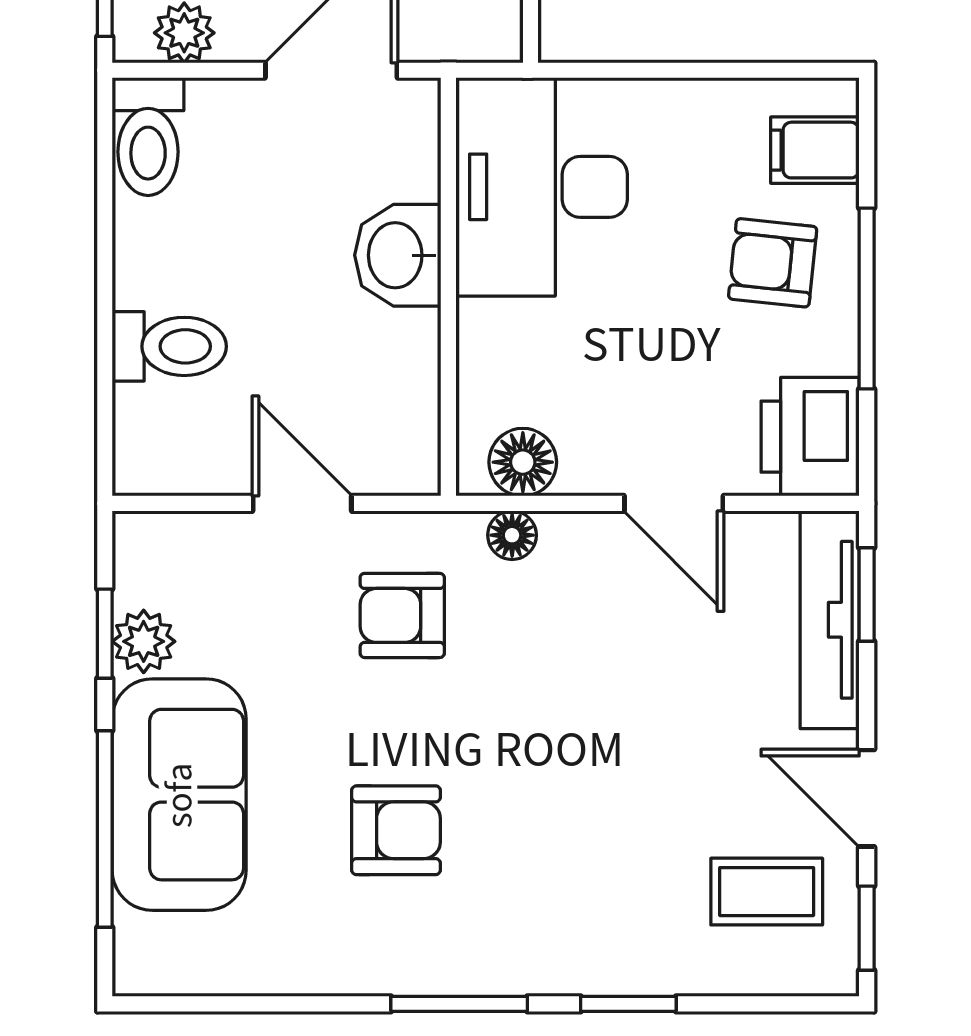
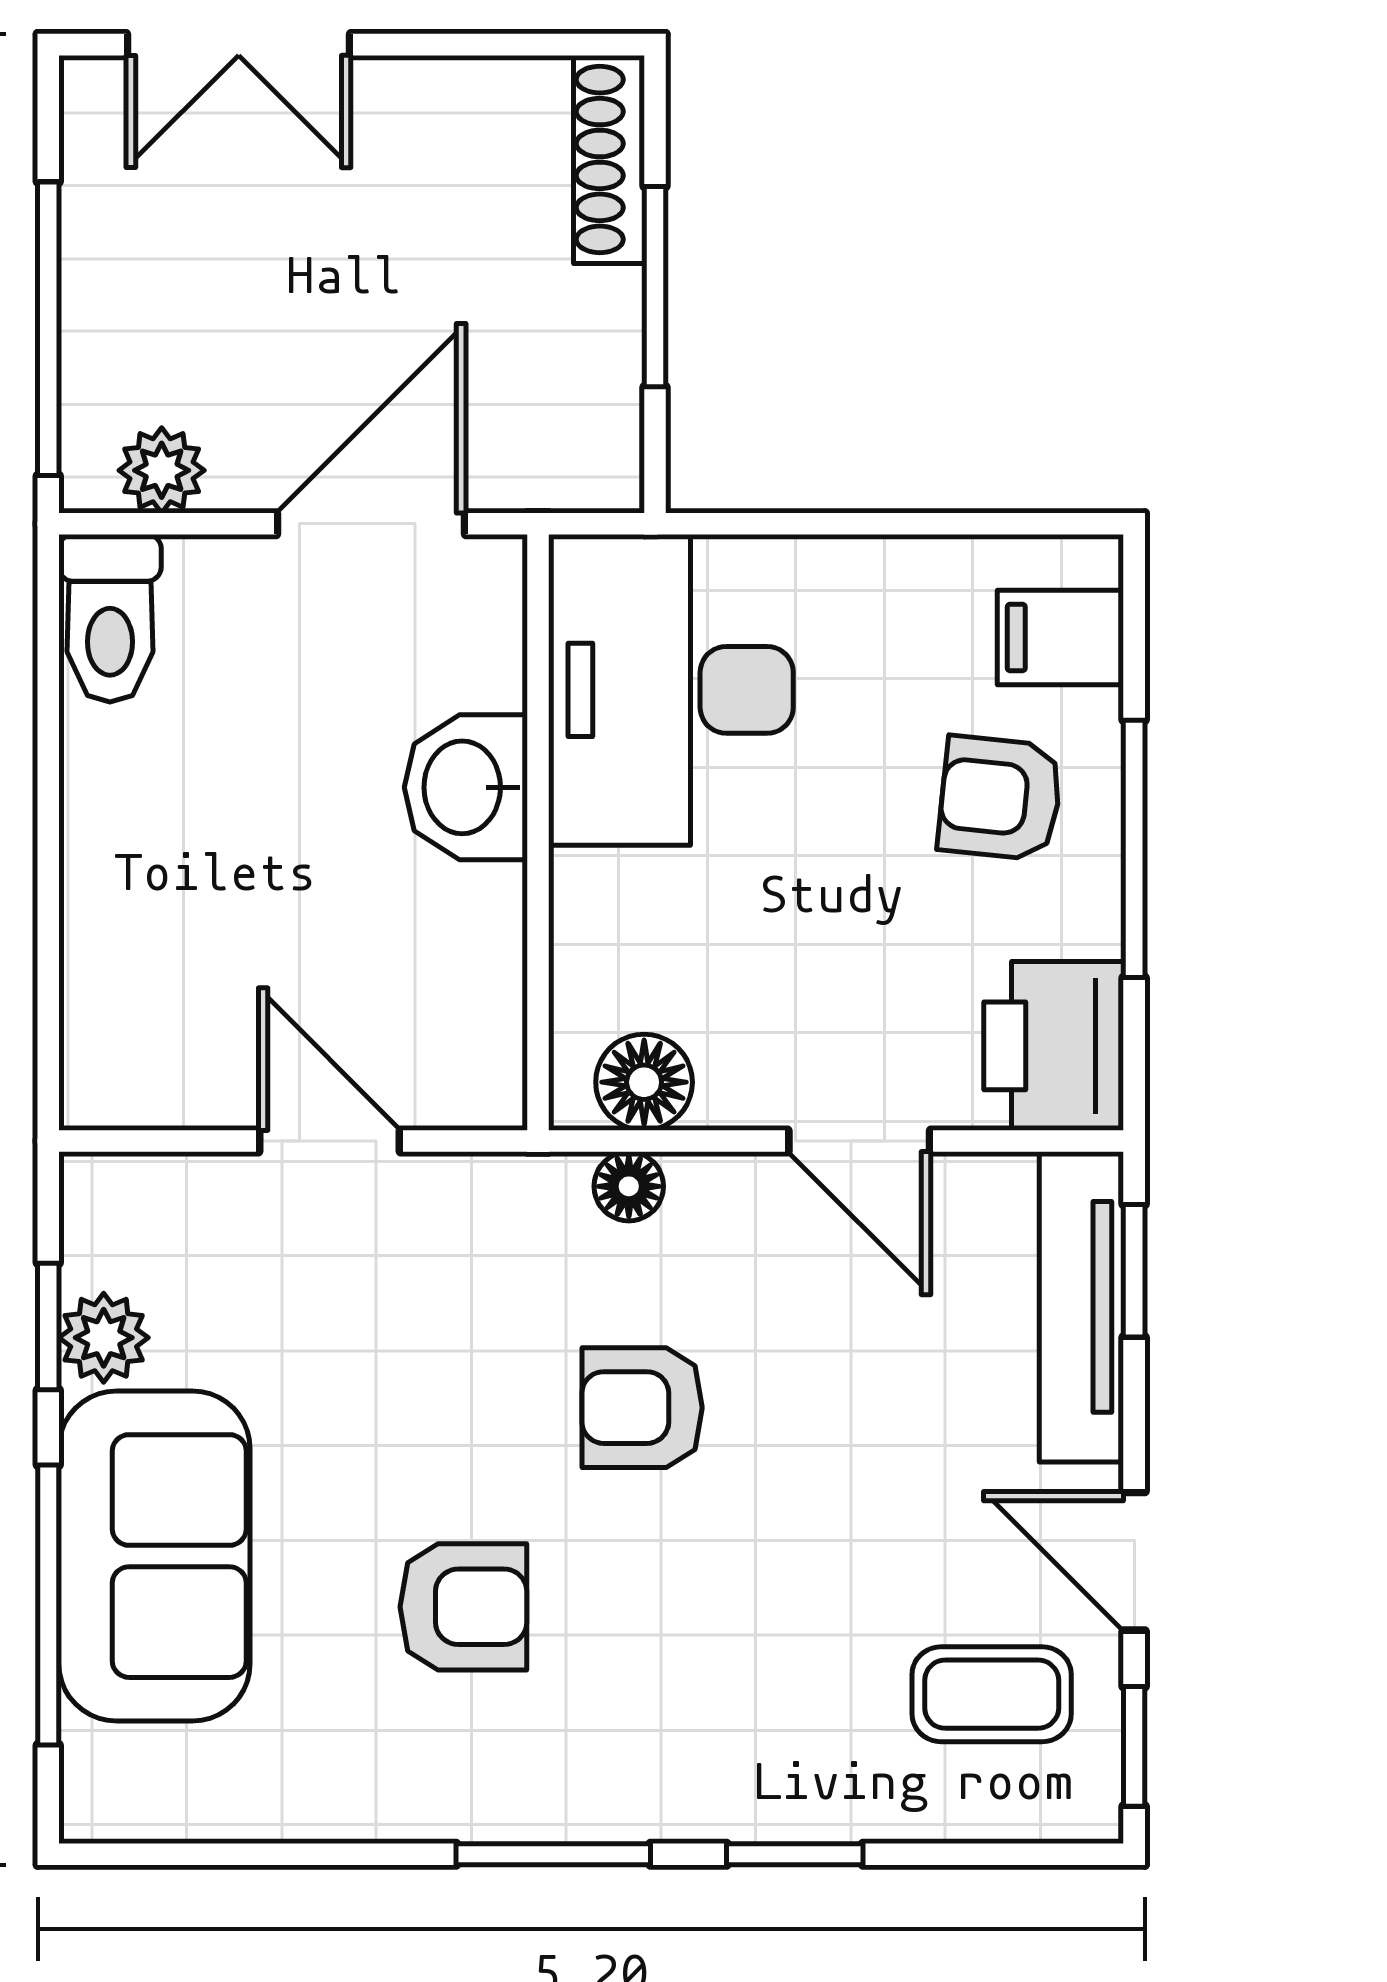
toilet: (169, 346) -> (140, 917), removed
armchair: (402, 615) -> (642, 1408), moved

